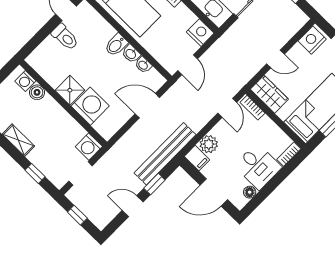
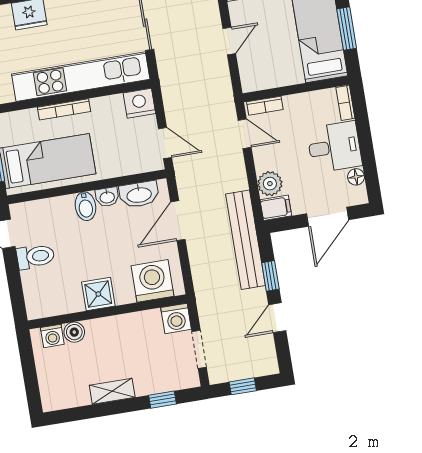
washbasin: (143, 65) -> (139, 194), width x1.91, depth x1.45
wardrobe: (269, 94) -> (263, 76), removed
washing machine: (90, 106) -> (153, 281), moved

